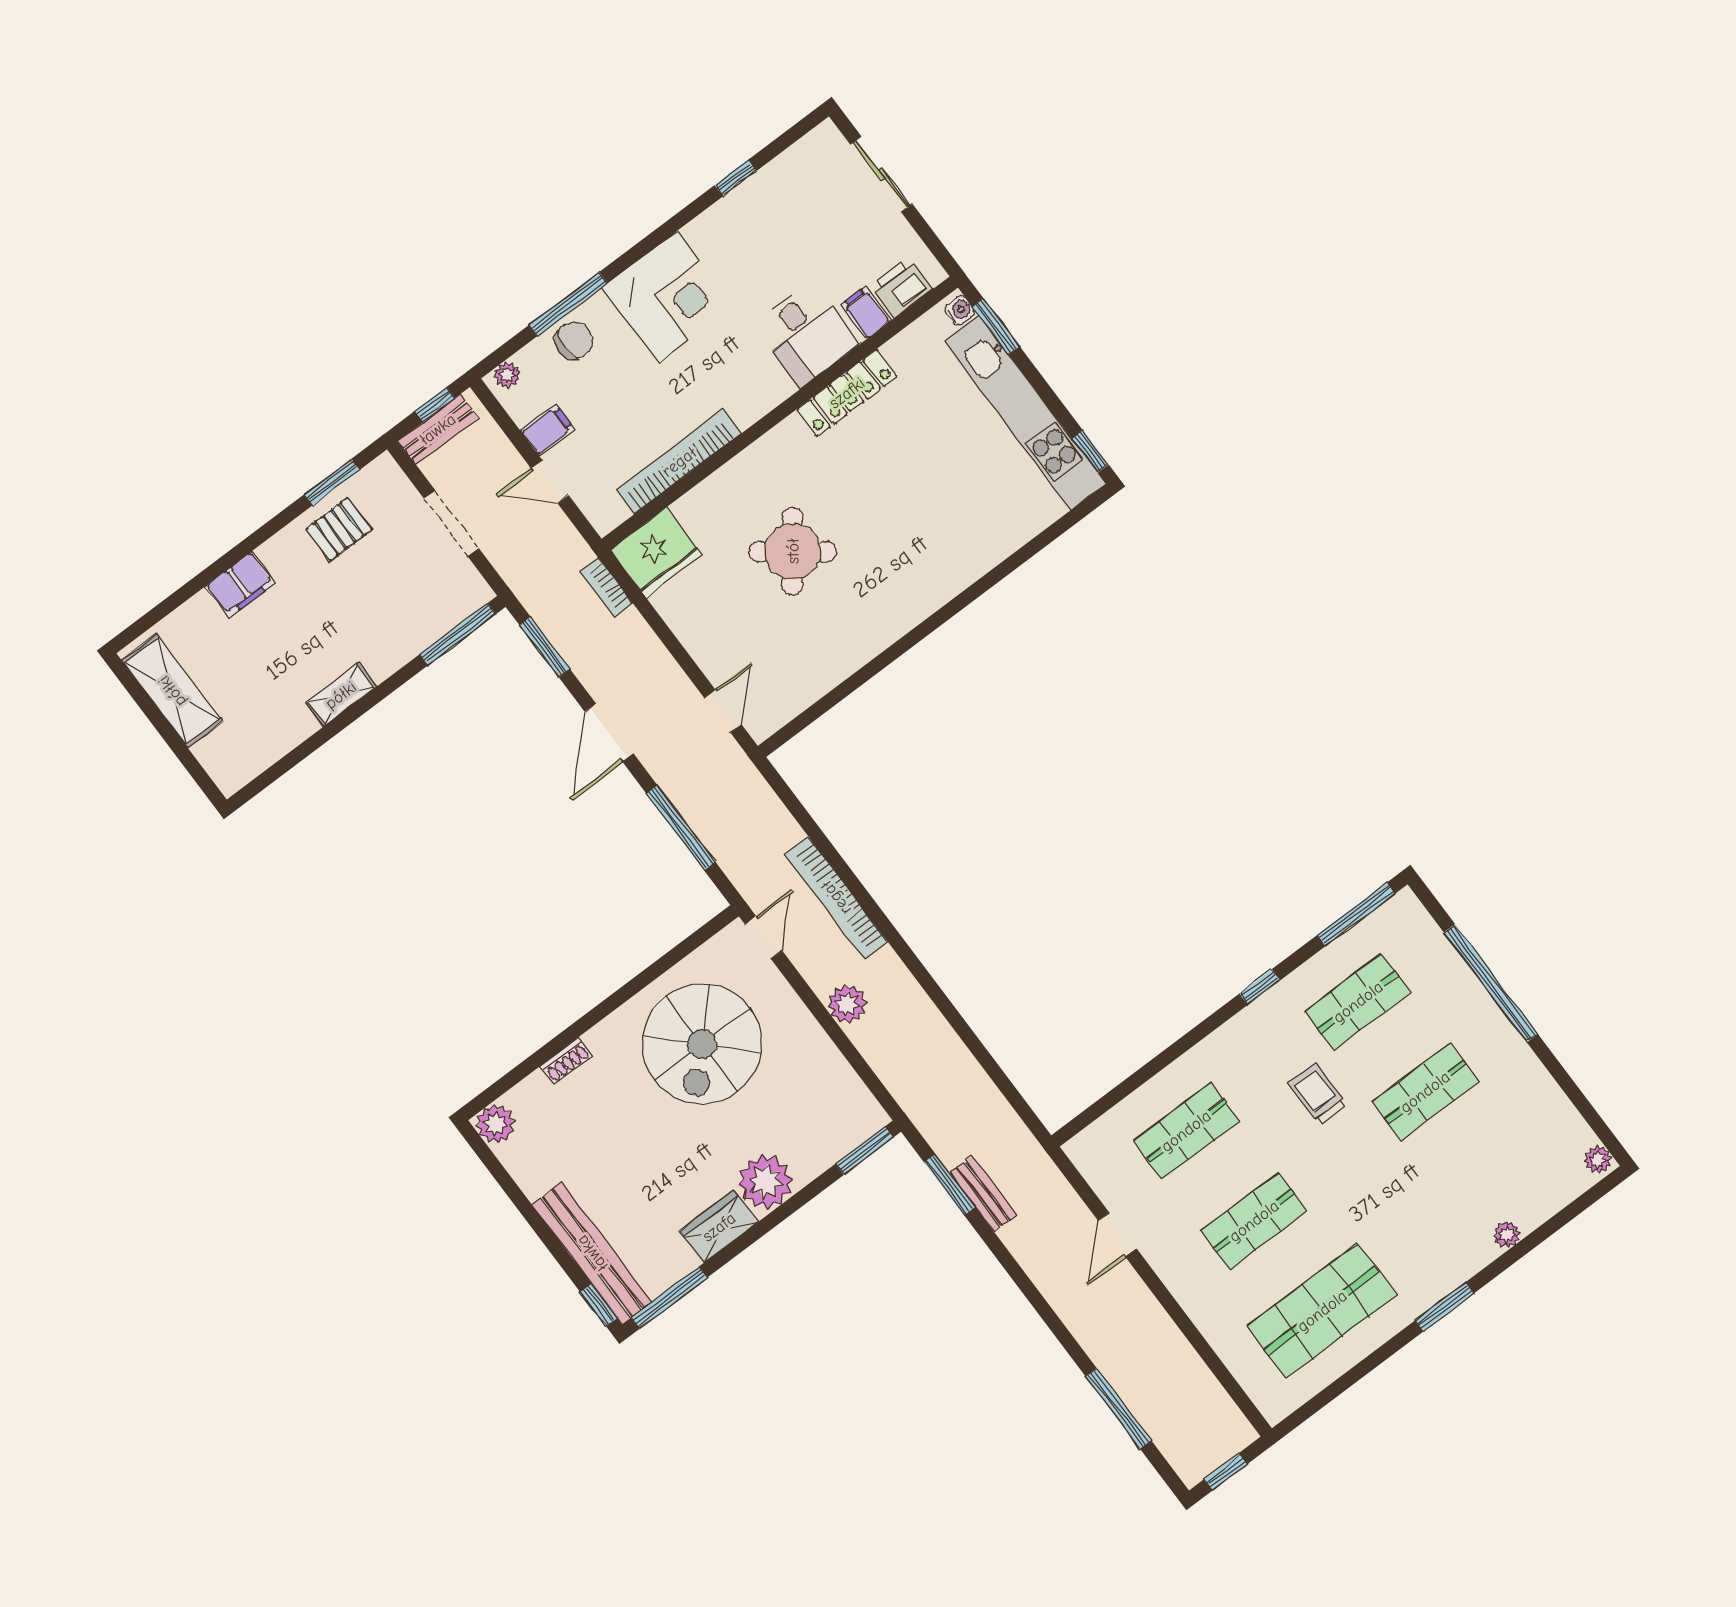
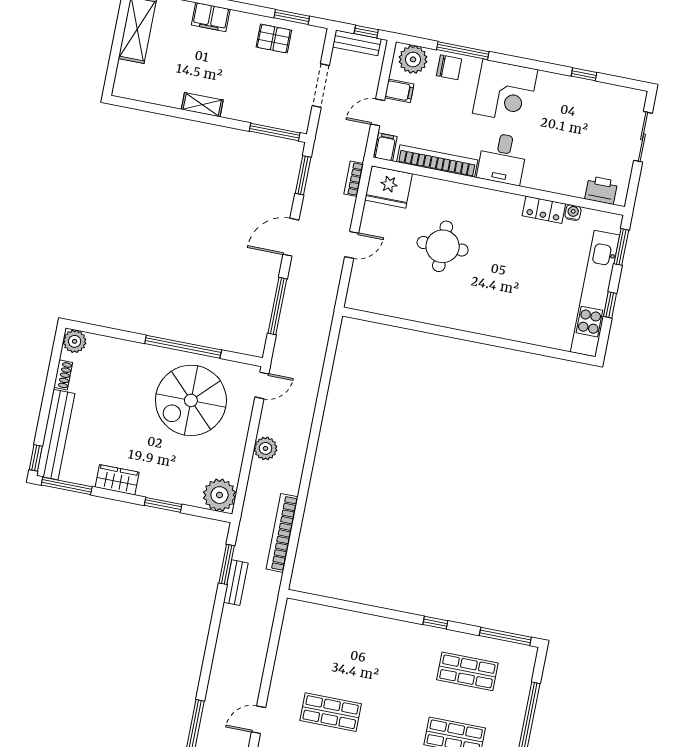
water cooler: (960, 310) -> (573, 213), moved, turned -90
filing cabinet: (866, 313) -> (385, 147), moved
desk: (806, 334) -> (502, 159), moved
plant: (507, 375) -> (413, 59), width x1.88, depth x1.88
locker: (847, 393) -> (544, 210), width x0.66
window: (1090, 452) -> (610, 305), moved
door: (550, 482) -> (378, 112), hinge flipped
round table: (793, 551) -> (443, 246), turned -37
door: (723, 711) -> (352, 245), moved
bookcase: (836, 898) -> (282, 533), moved
window: (625, 993) -> (183, 347), added
shoe rack: (566, 1061) -> (63, 375), moved, turned -90
trolley: (1318, 1094) -> (411, 690), removed
shop shelf: (1186, 1131) -> (343, 647), removed
window: (864, 1151) -> (163, 505), moved
plant: (765, 1182) -> (220, 495), moved
door: (1117, 1235) -> (259, 720), moved

